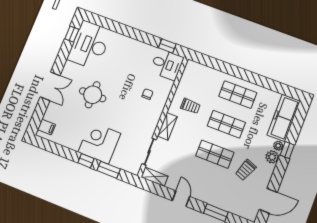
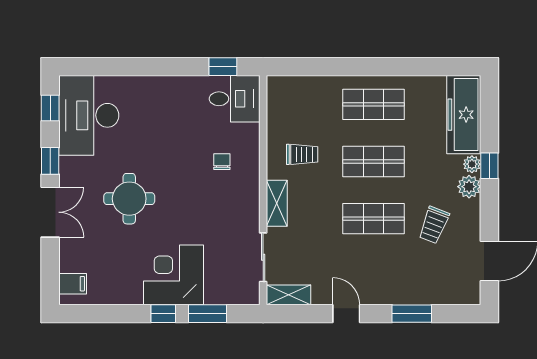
window: (61, 60) -> (50, 161), added

